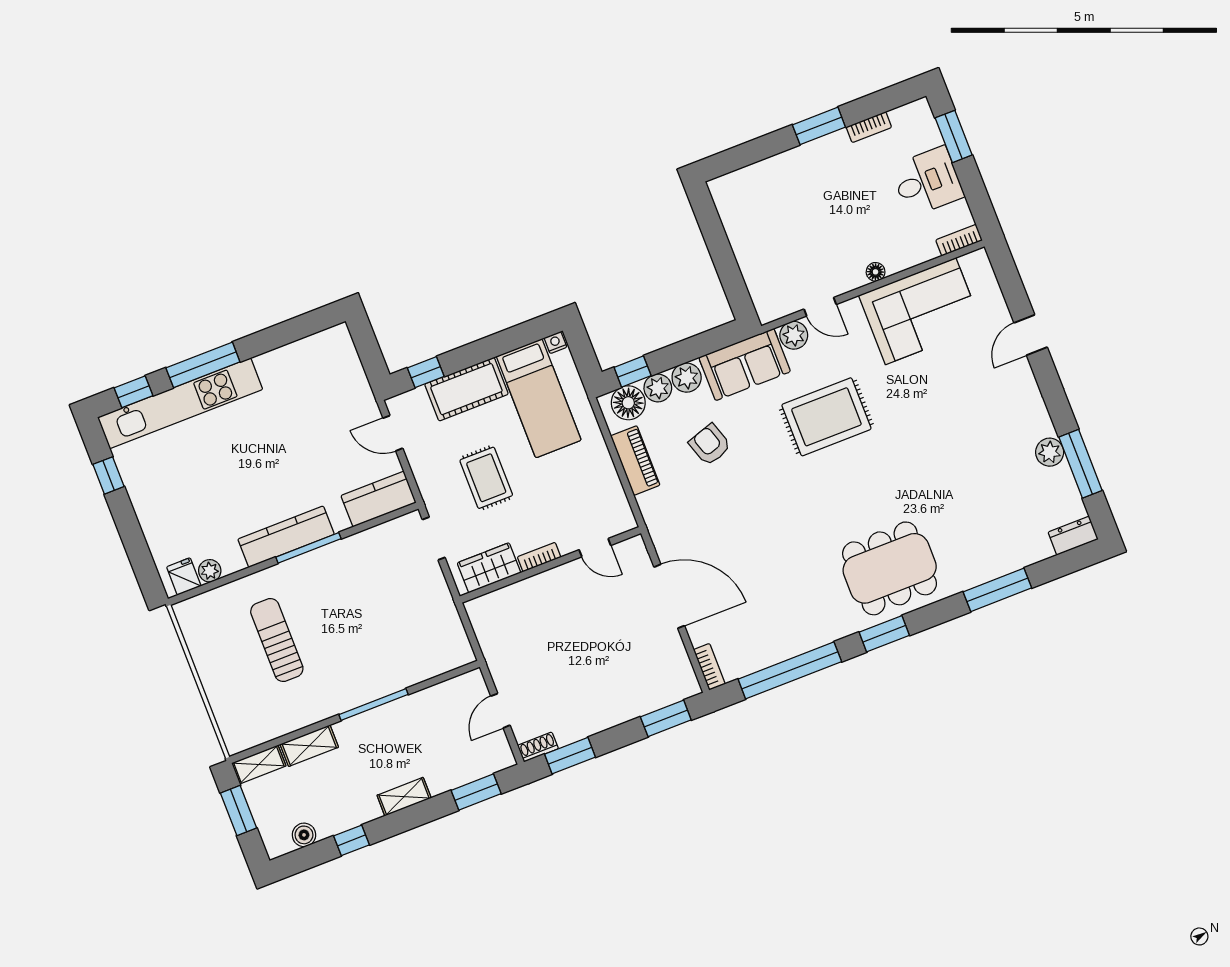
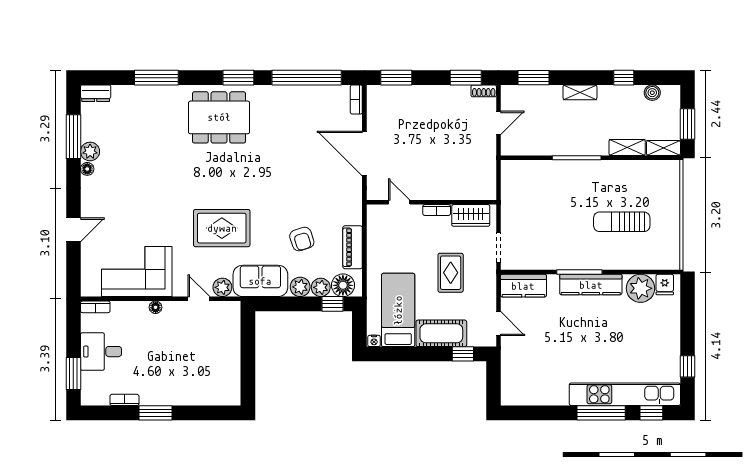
floor lamp: (1044, 426) -> (87, 169), added
plant: (210, 571) -> (641, 288), width x1.87, depth x1.87
sun lounger: (277, 640) -> (622, 222), turned 90

